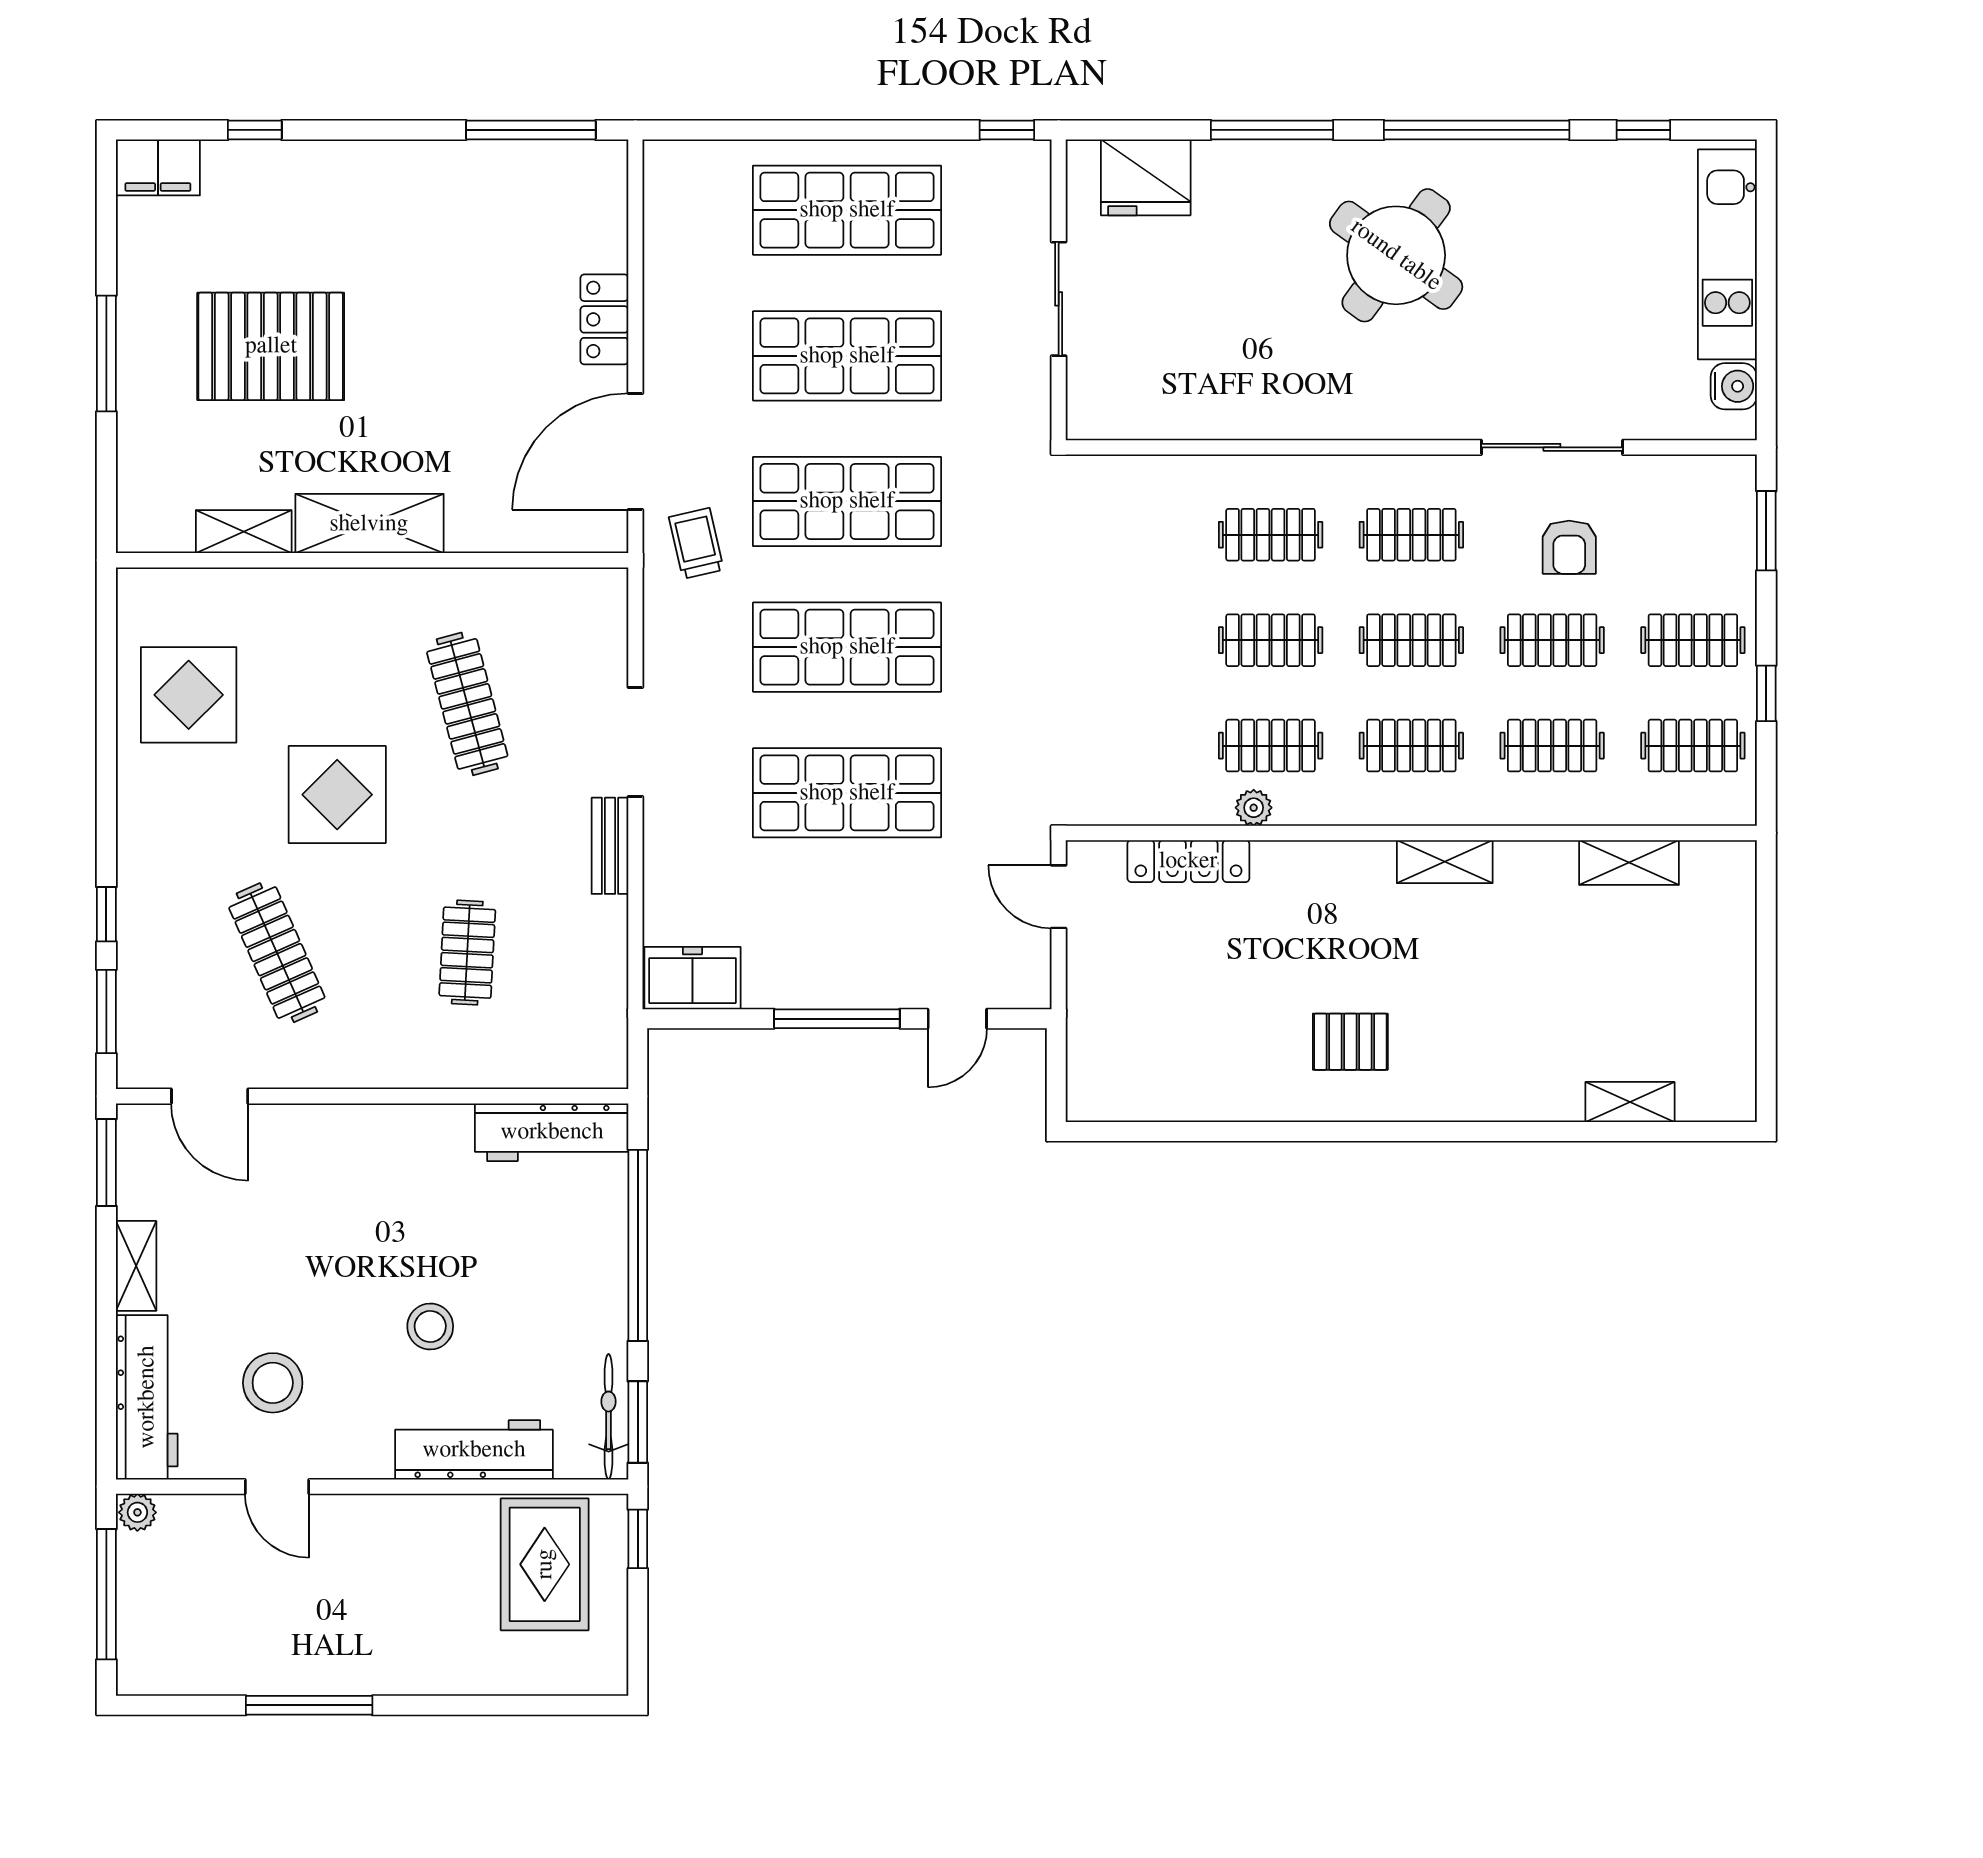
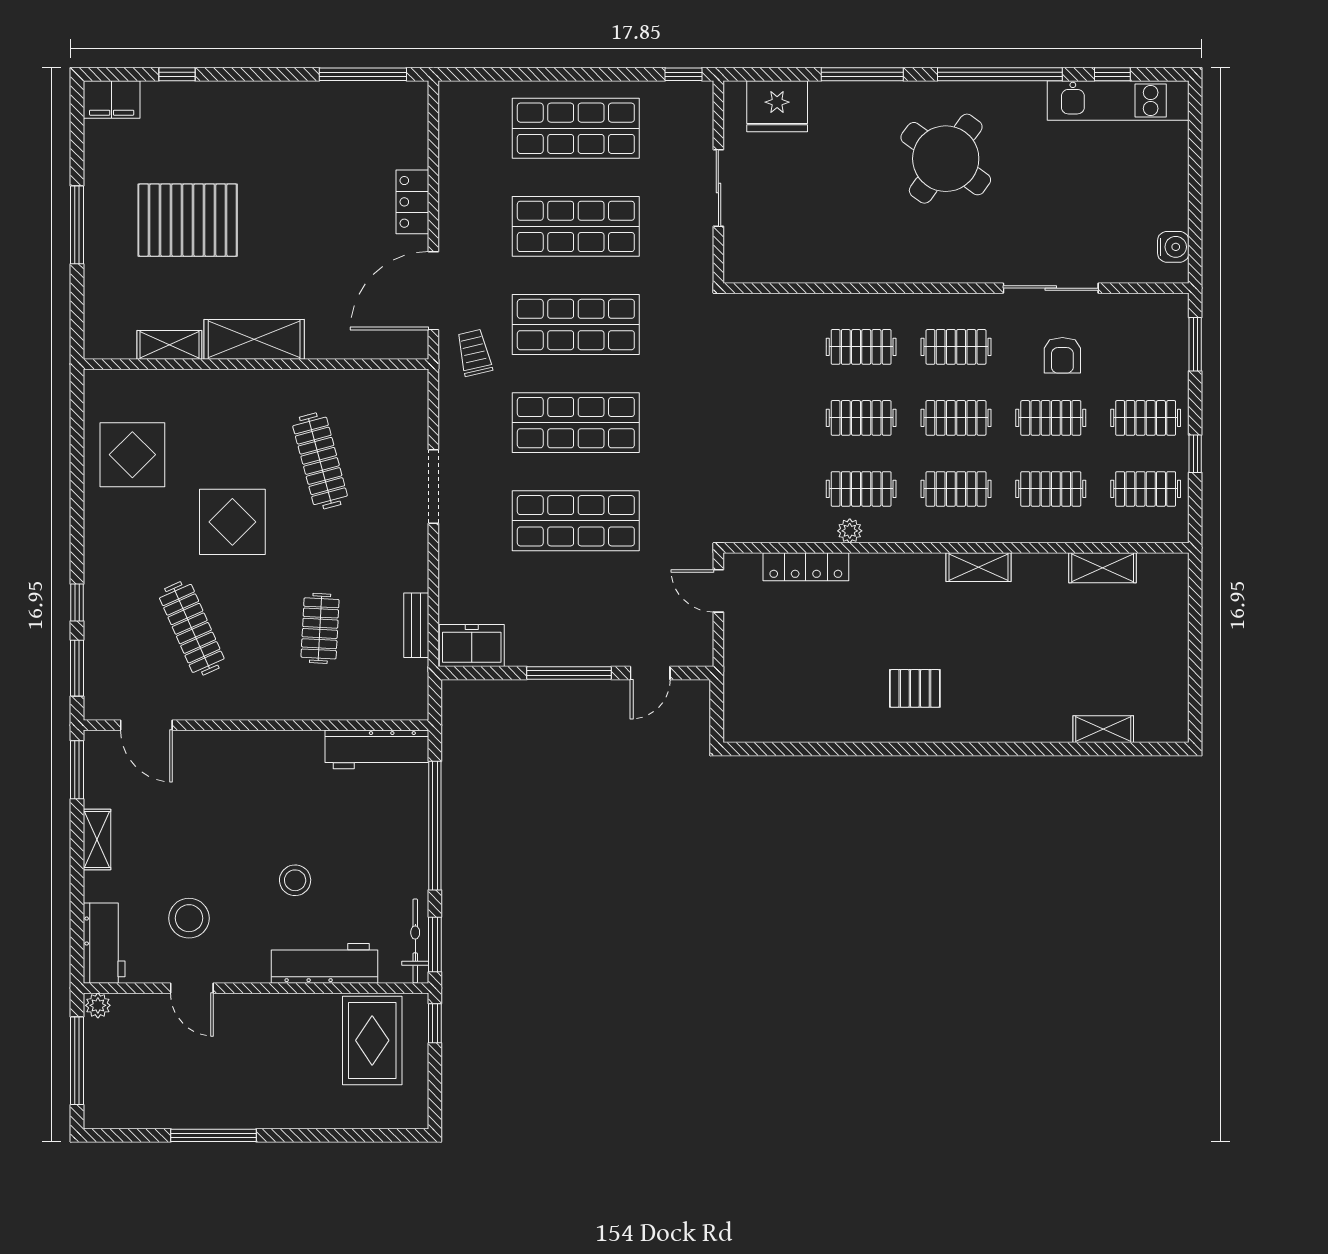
kitchen unit: (1727, 254) -> (1118, 100), moved, turned -90
bench: (610, 846) -> (416, 625), moved
workbench: (147, 1397) -> (104, 943), width x0.73

